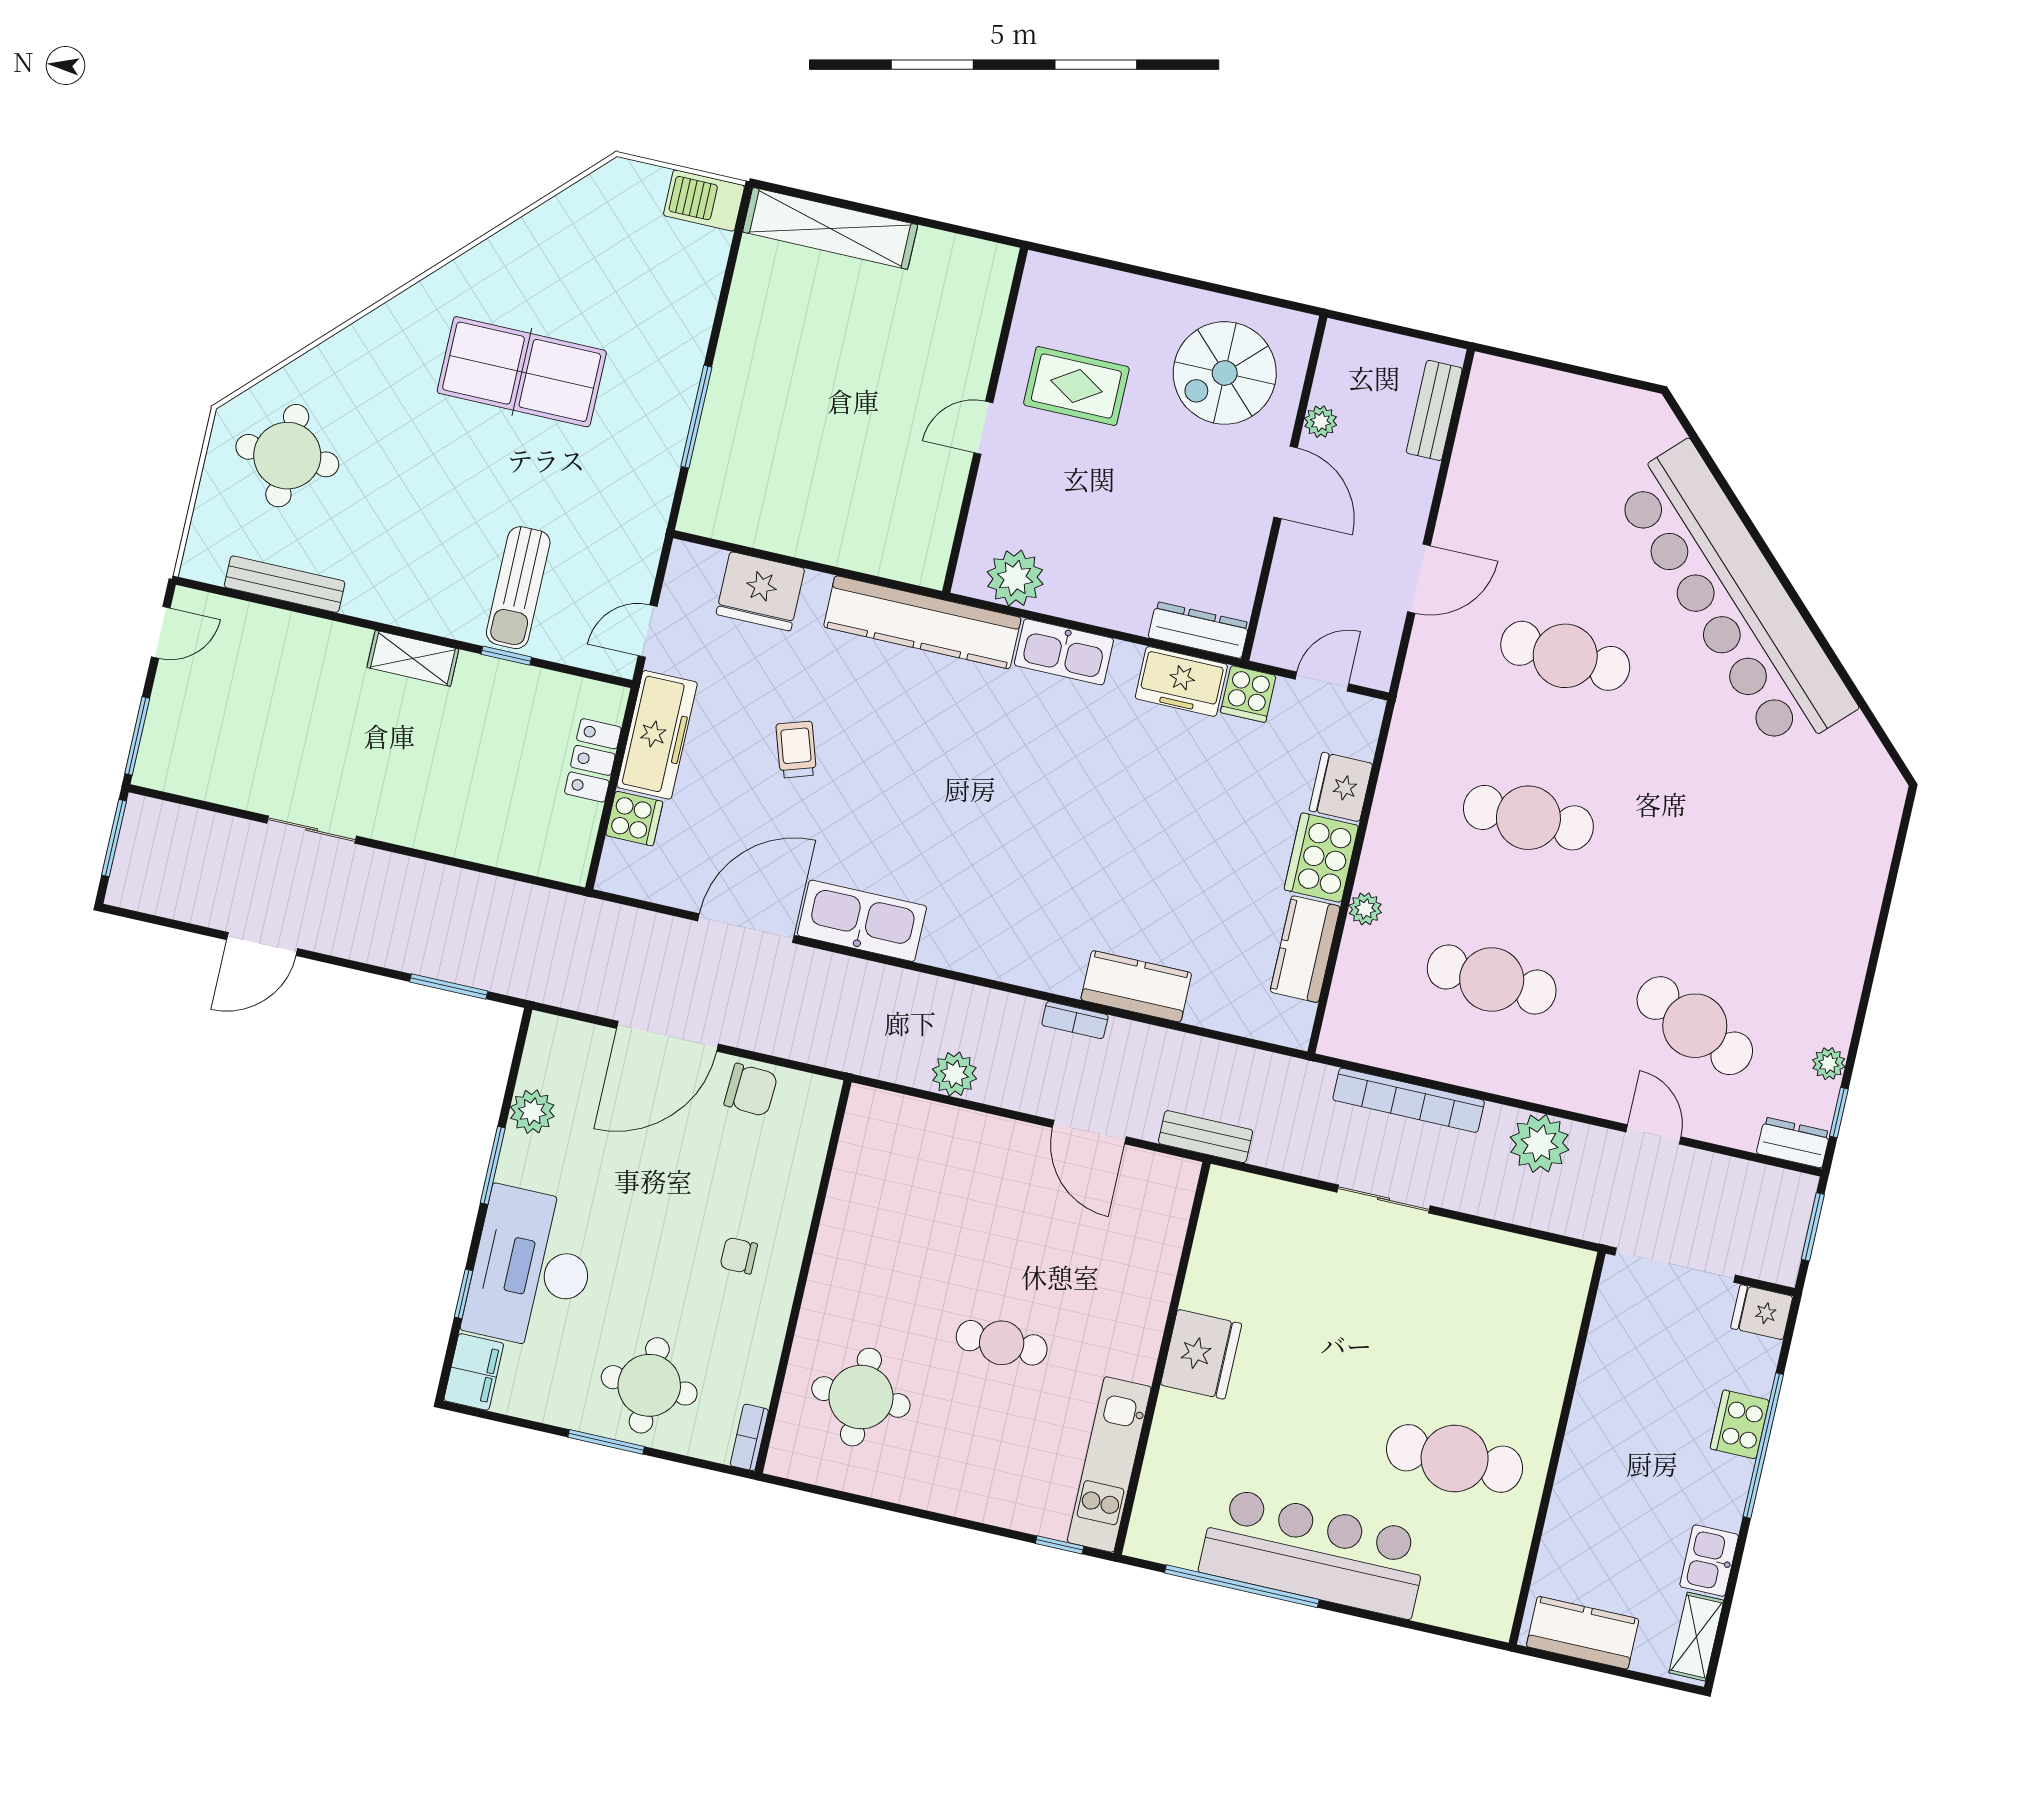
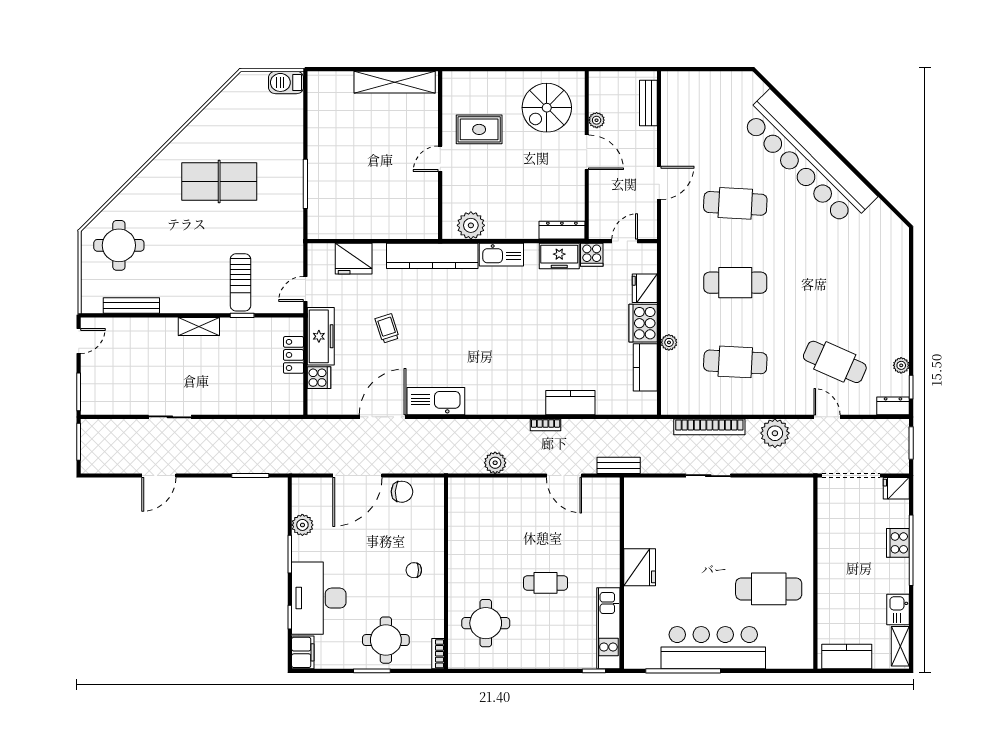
shelving: (830, 228) -> (395, 82), moved

